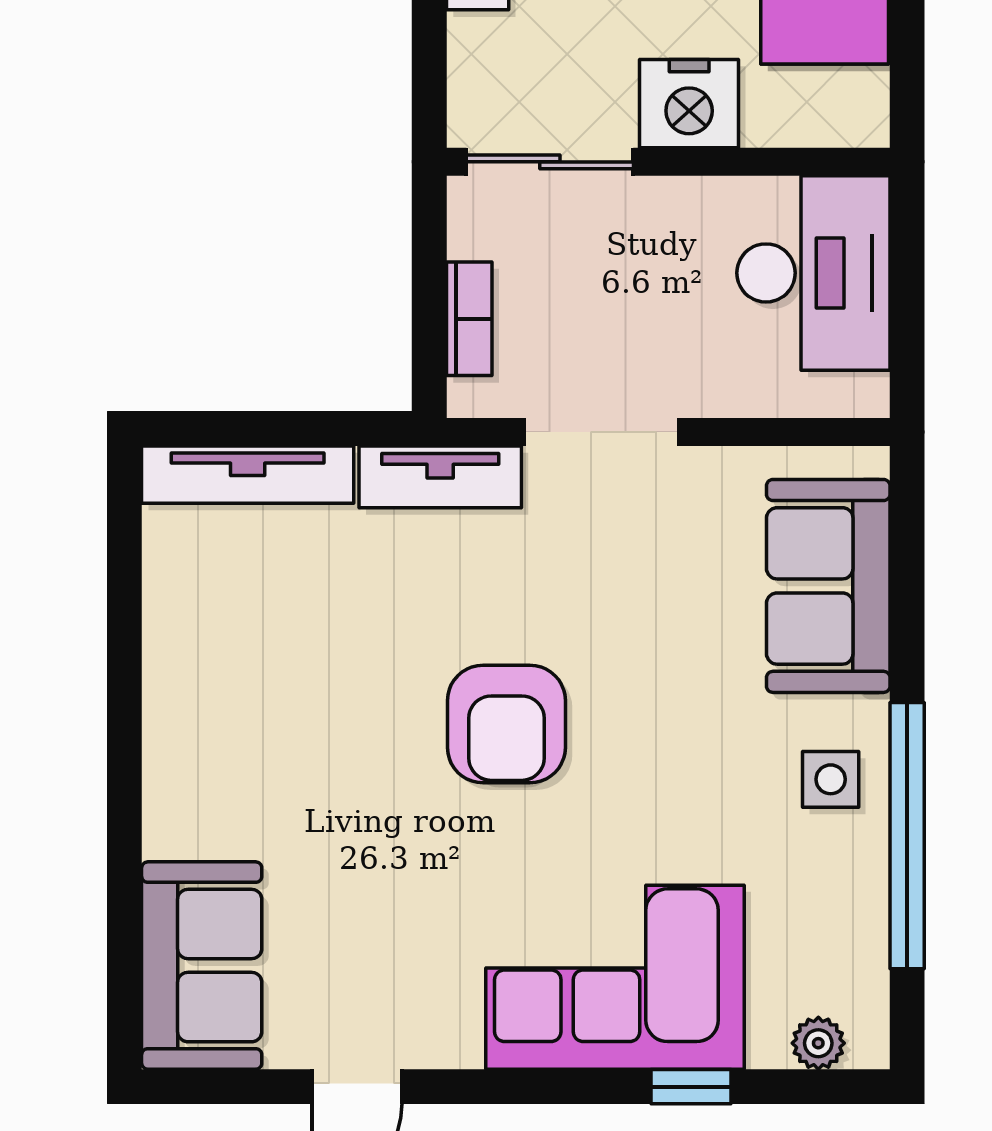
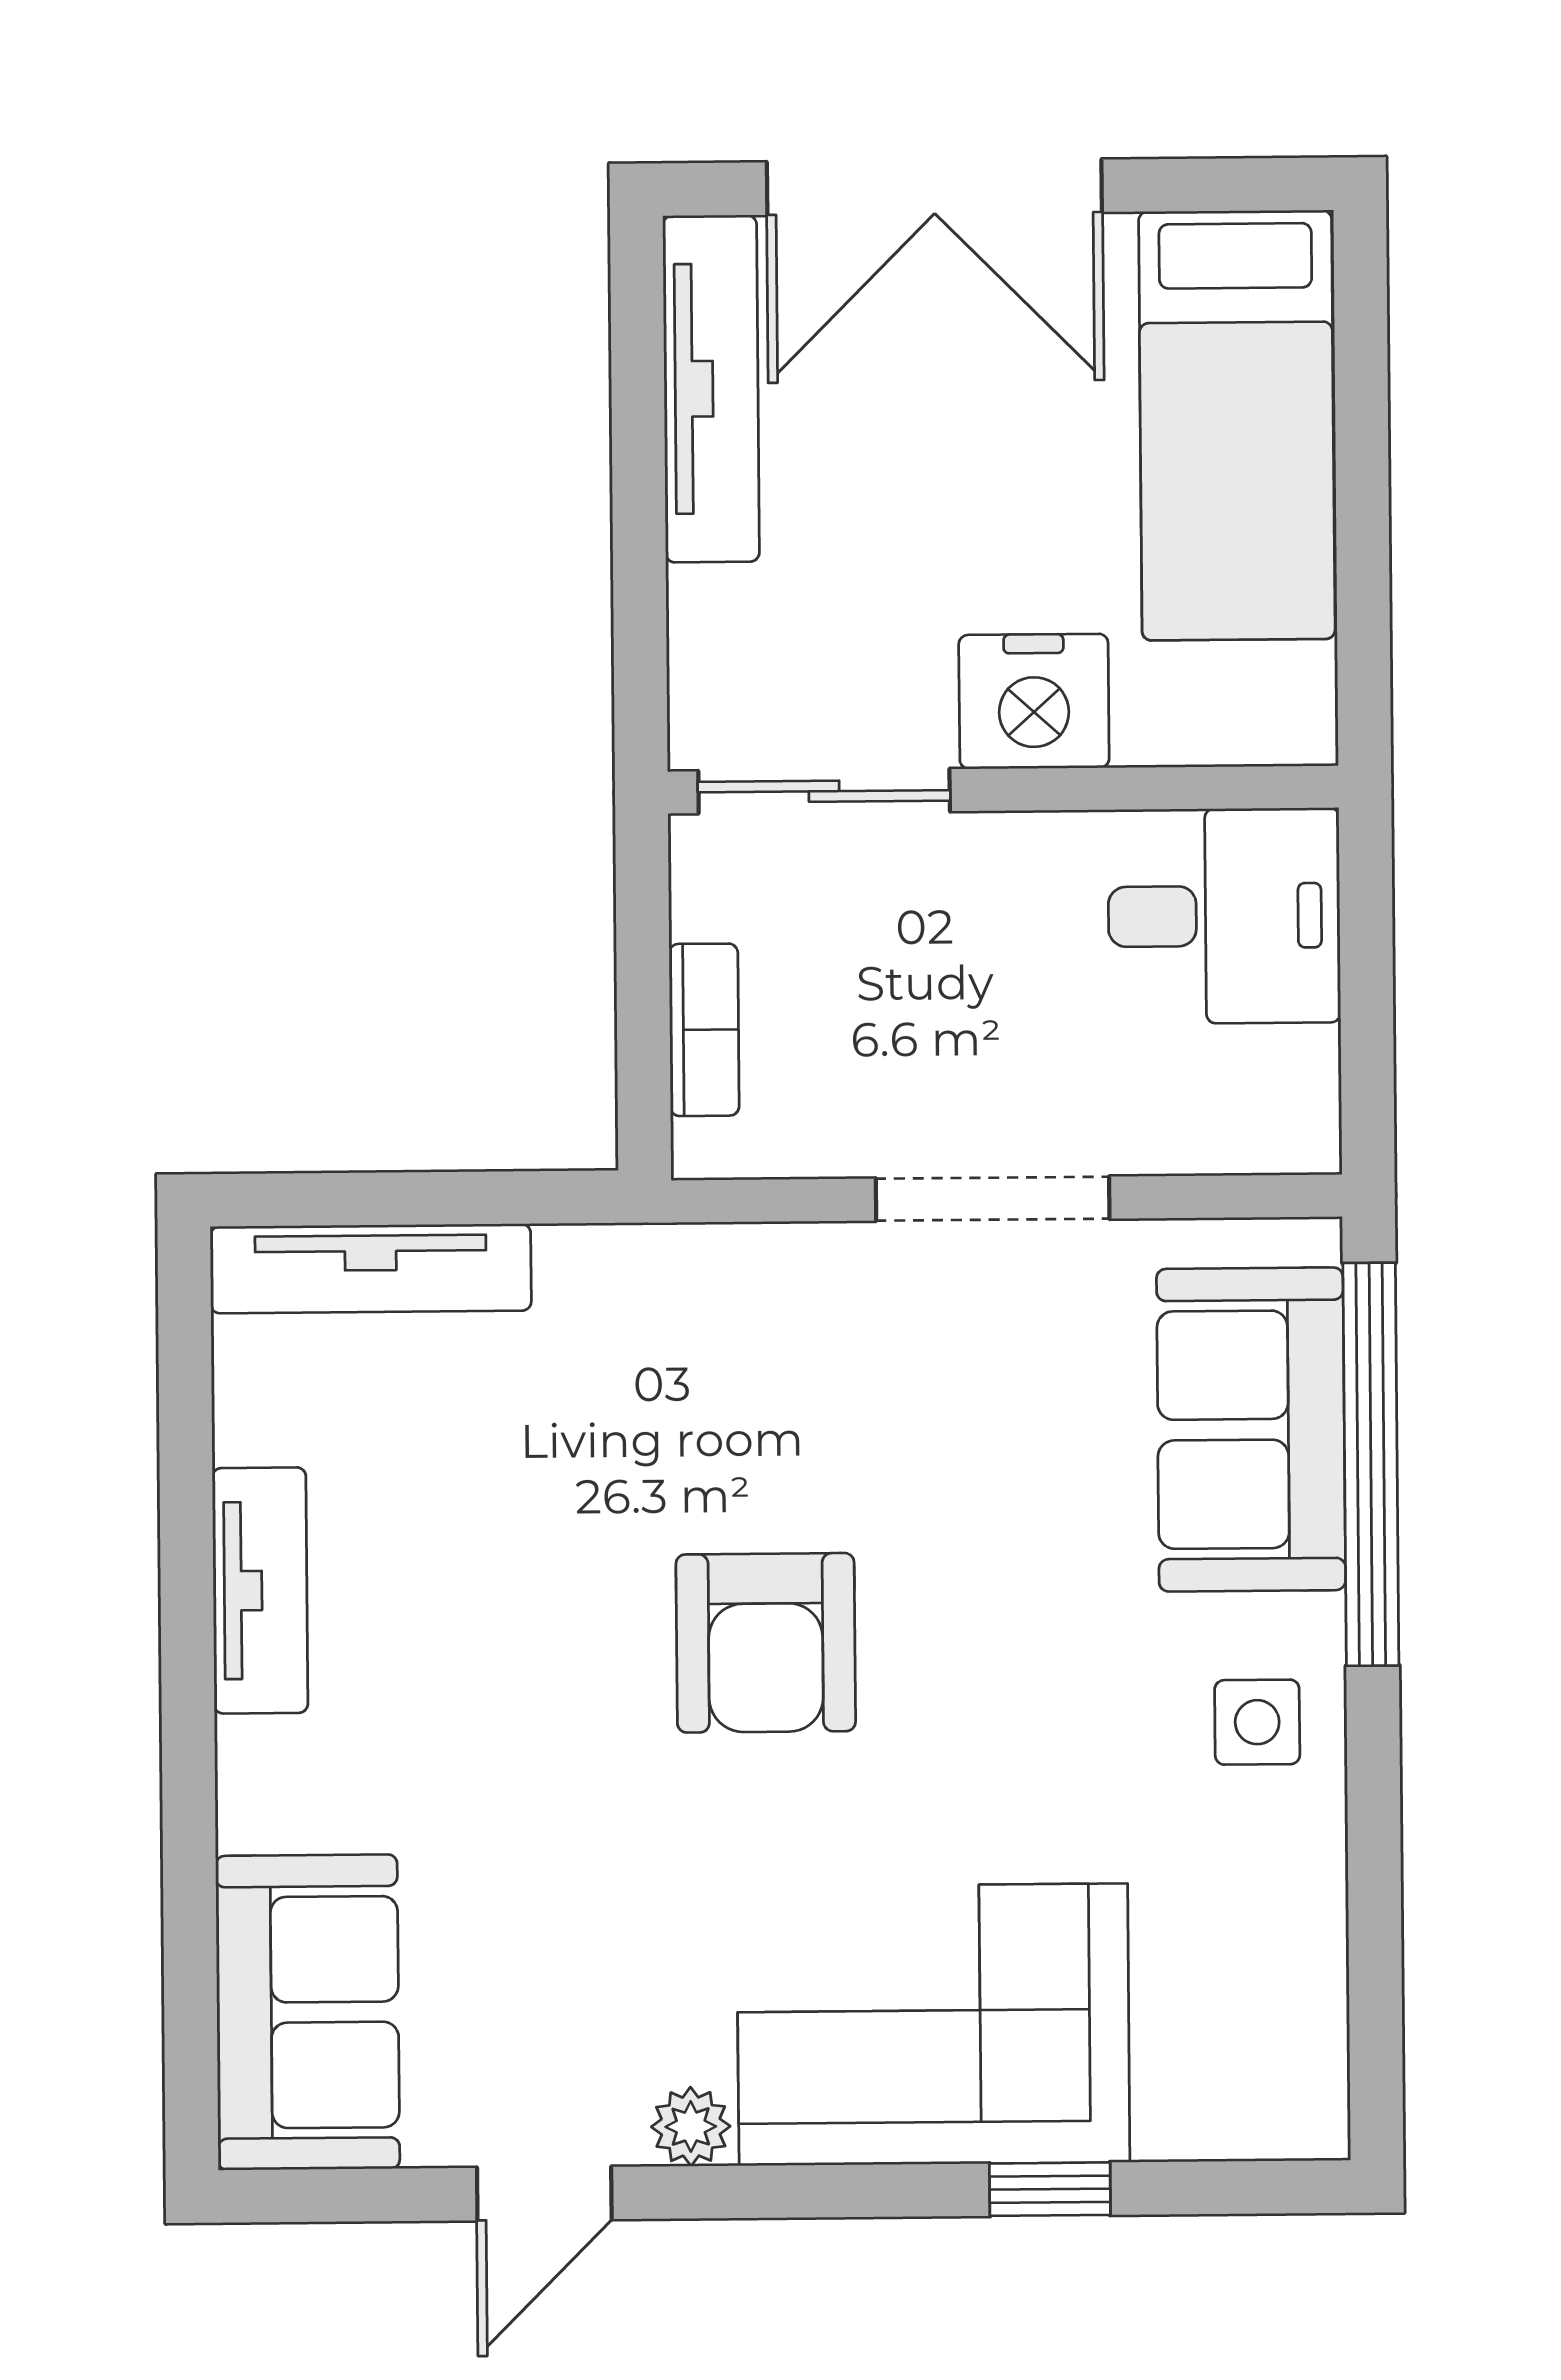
desk: (813, 273) -> (1224, 916), width x0.73
doorway: (602, 432) -> (993, 1199), moved
tv unit: (440, 477) -> (260, 1590), moved, turned -90
window: (907, 836) -> (1371, 1464), moved
plant: (818, 1043) -> (691, 2127), moved

